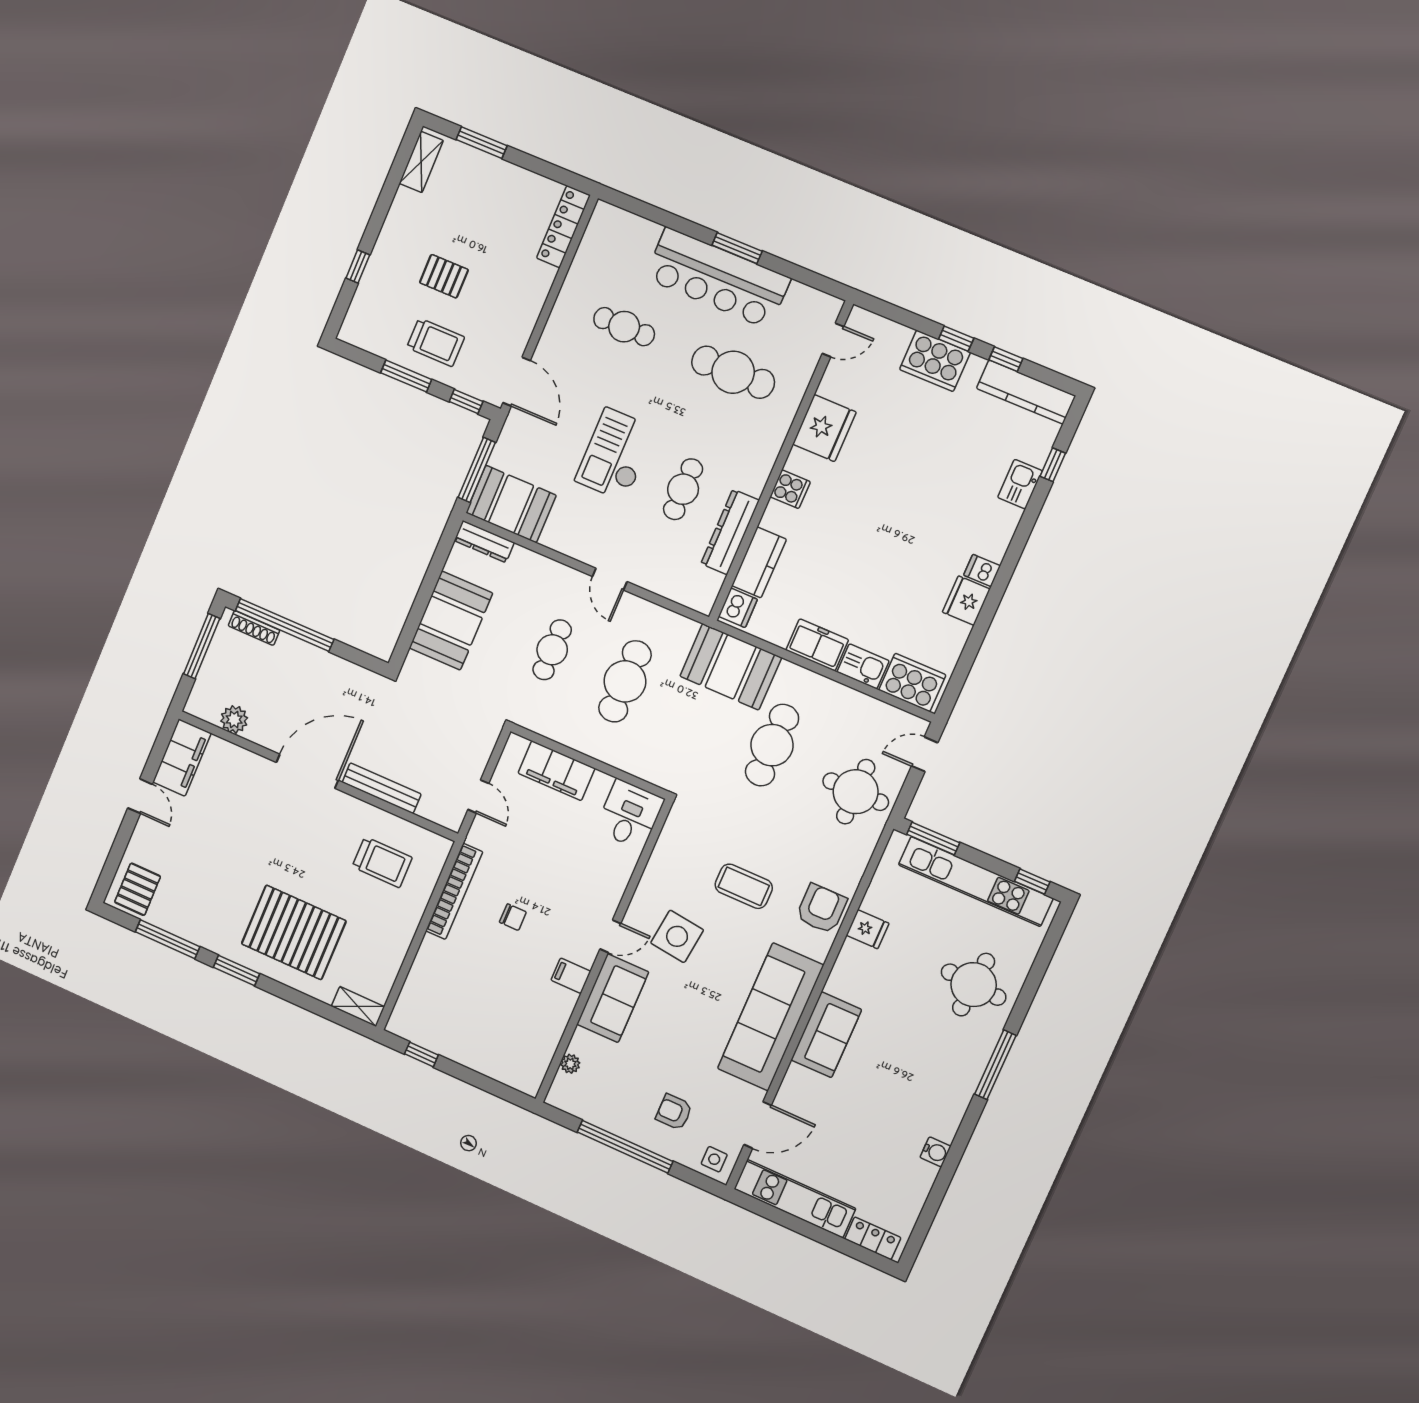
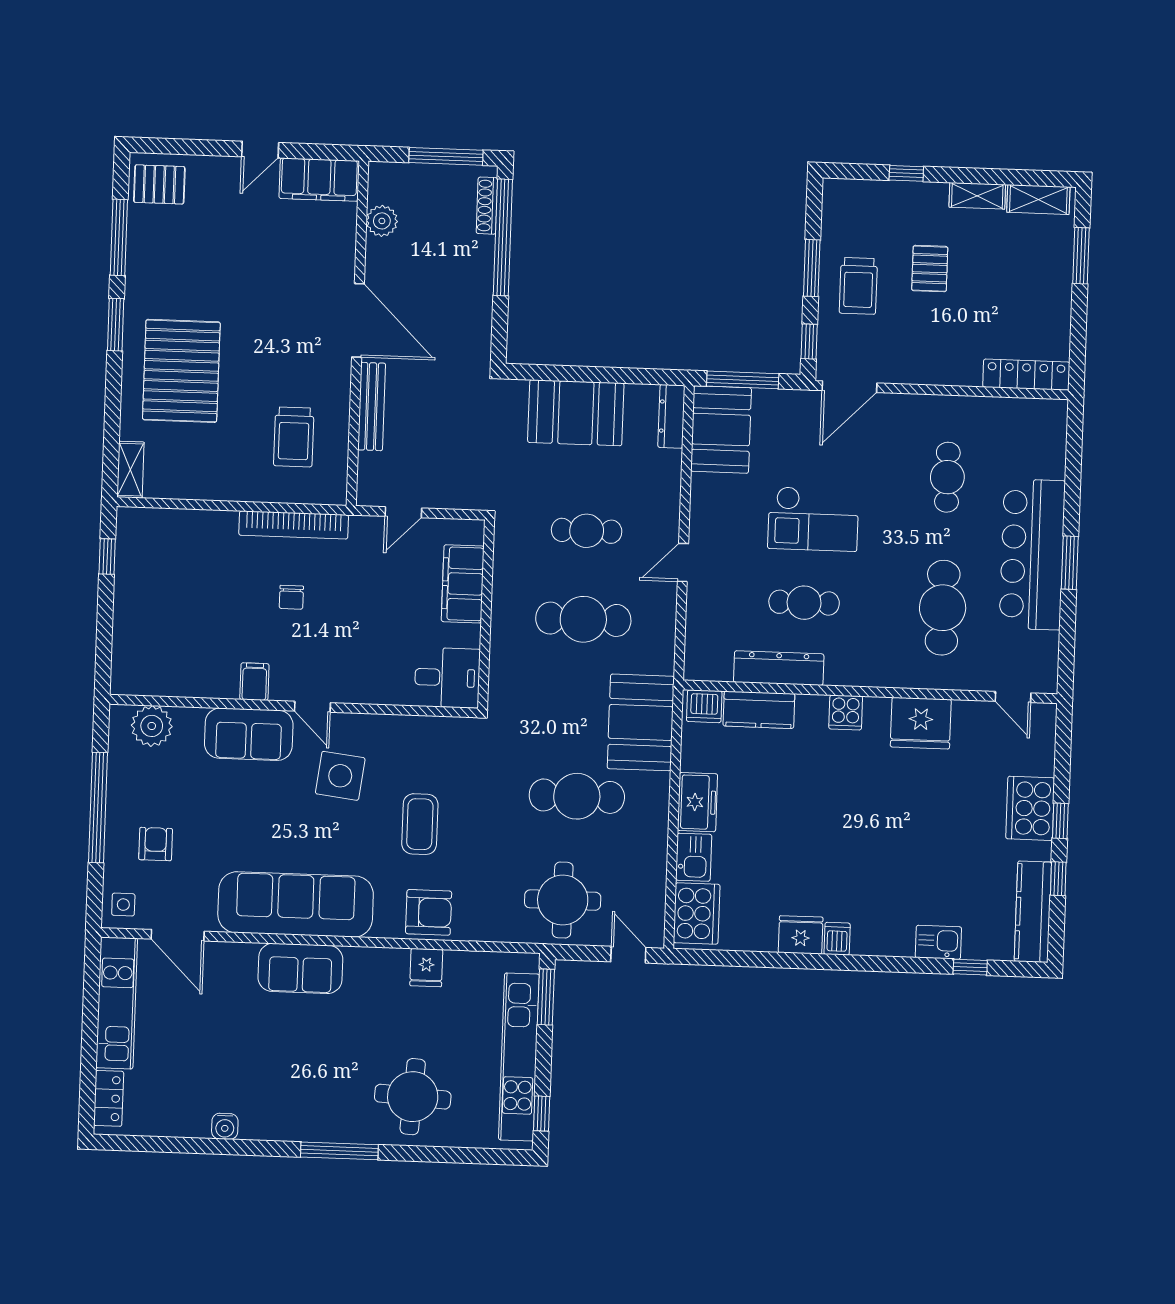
shelving: (399, 213) -> (977, 196), added
checkout: (615, 455) -> (813, 519), turned 180
plant: (570, 1064) -> (152, 726), width x1.87, depth x1.87

